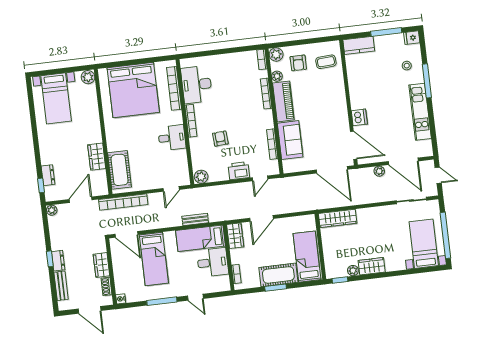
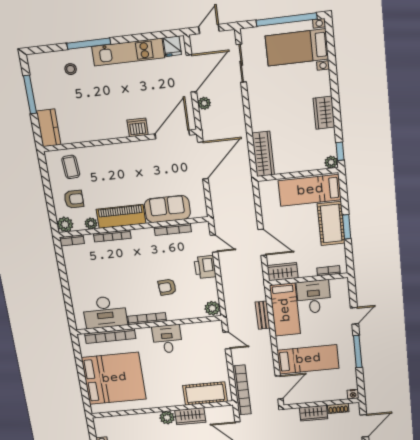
fridge: (412, 38) -> (172, 46), moved
plant: (88, 77) -> (167, 418), moved
plant: (353, 271) -> (331, 162), moved

